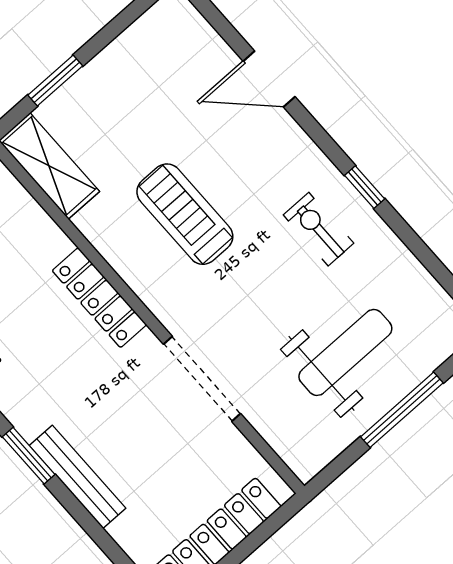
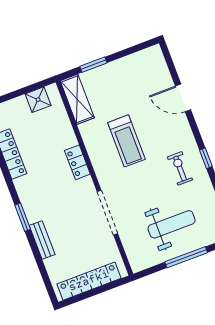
treadmill: (185, 214) -> (126, 141), turned 180
locker: (99, 298) -> (77, 162), width x0.66
bench: (78, 477) -> (42, 240), width x0.73

